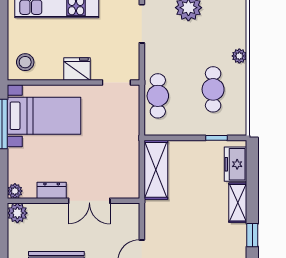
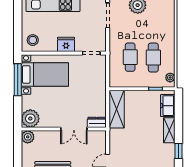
plant: (239, 56) -> (170, 78), moved
cafe table: (158, 96) -> (130, 57), moved
dresser: (52, 190) -> (97, 122), moved
plant: (15, 191) -> (30, 119), width x1.88, depth x1.88

